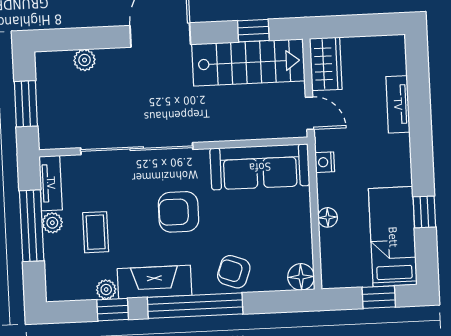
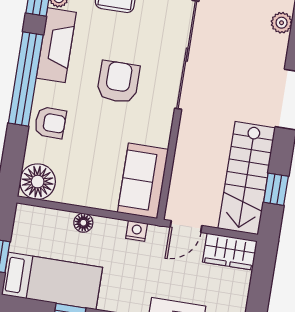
sofa: (260, 167) -> (143, 181), width x0.73
armchair: (234, 272) -> (50, 123), turned 71
floor lamp: (301, 277) -> (38, 182), width x1.38, depth x1.38

